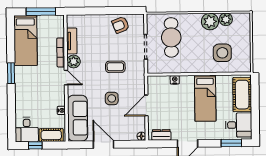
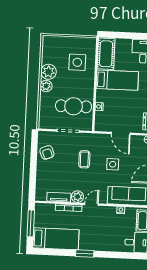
plant: (226, 19) -> (46, 86), moved
cafe table: (171, 37) -> (74, 106), moved
cot: (242, 95) -> (106, 54), moved, turned 90

